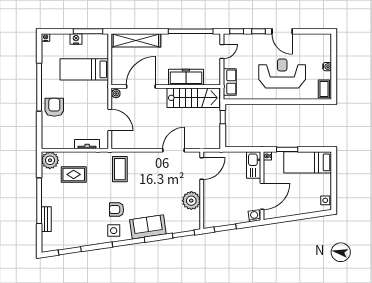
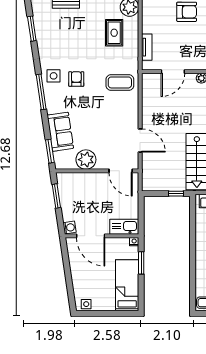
sofa: (148, 227) -> (60, 132), moved

